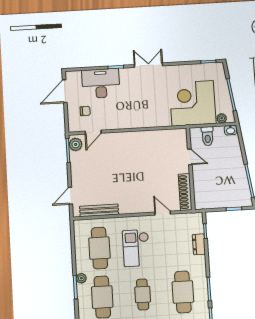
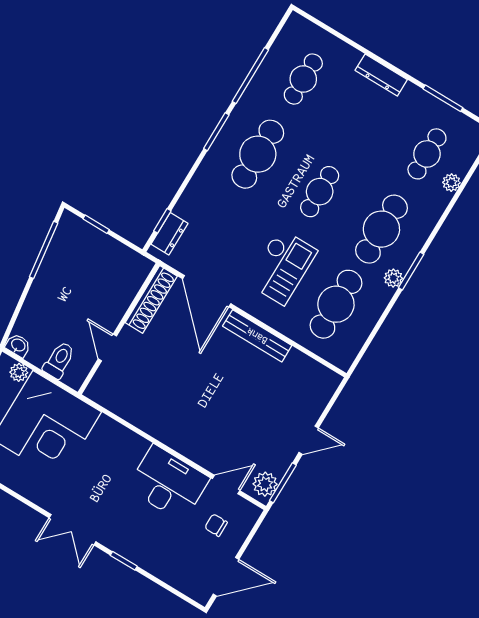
desk: (101, 83) -> (168, 483), moved, turned 180
door: (70, 196) -> (309, 440), moved
bench: (99, 210) -> (257, 336), moved
door: (163, 213) -> (207, 291), width x1.88
dresser: (199, 244) -> (169, 234), moved

